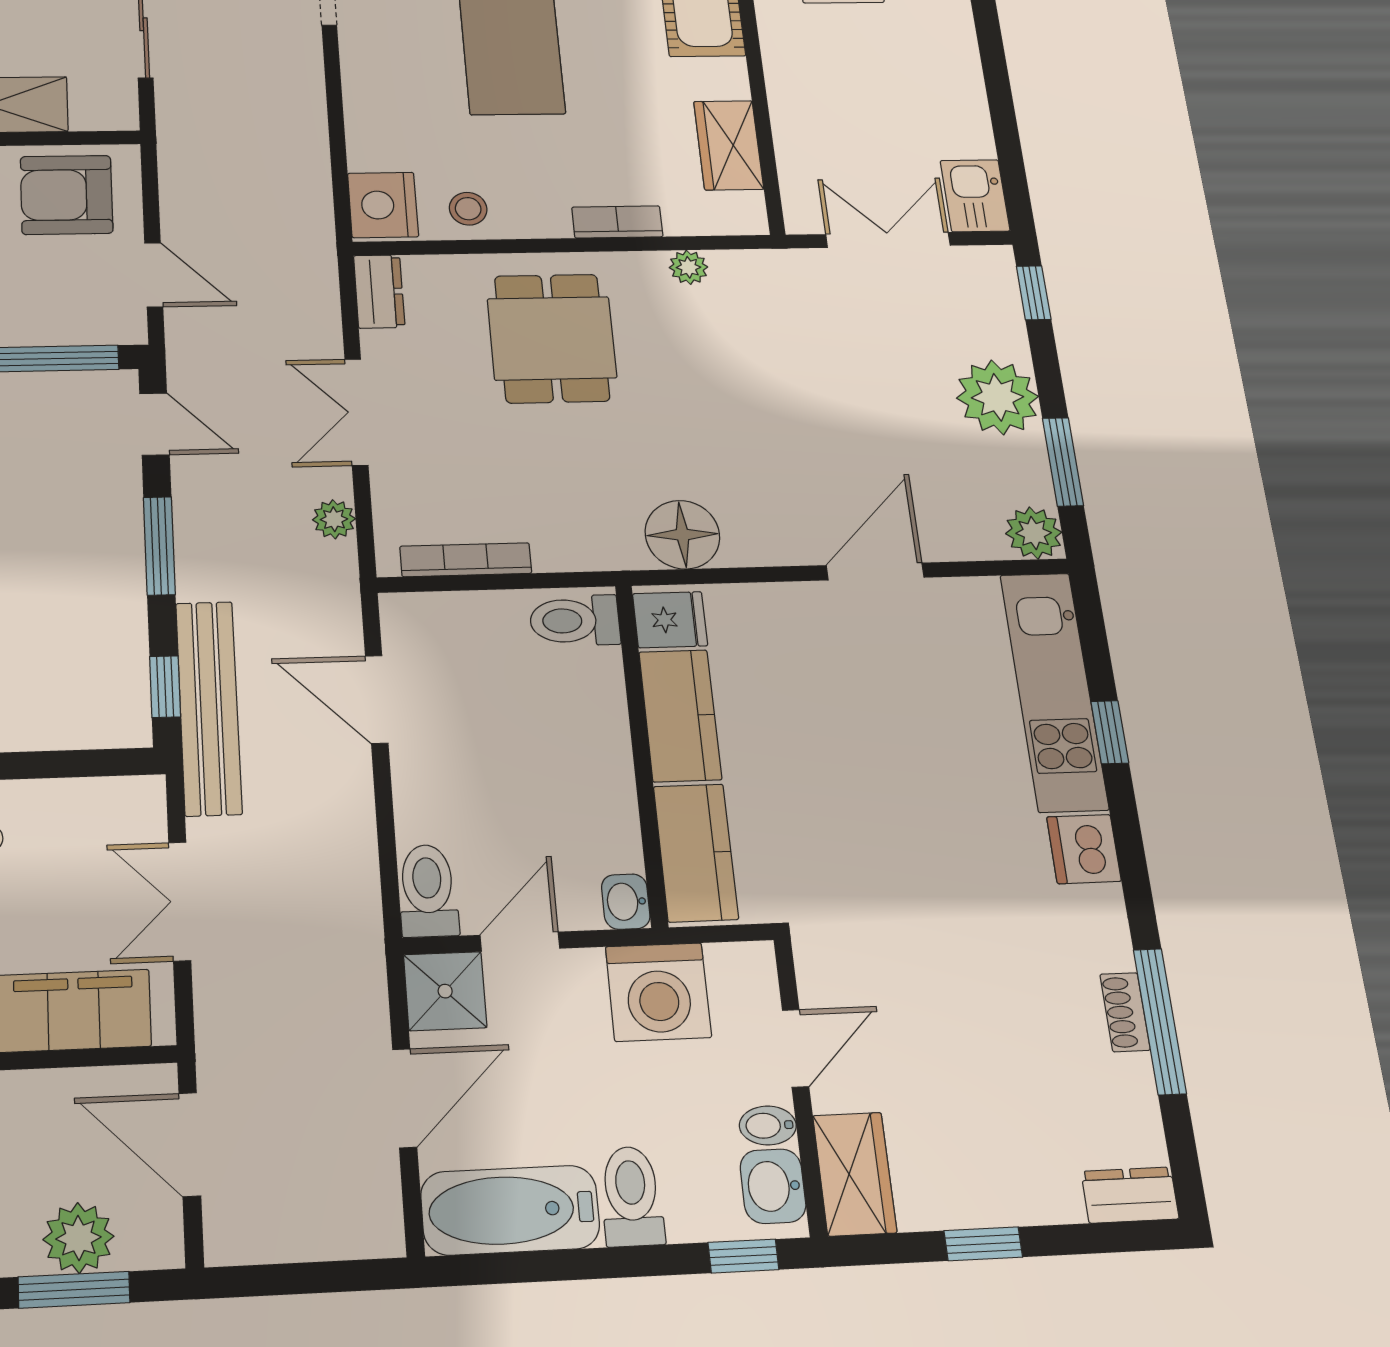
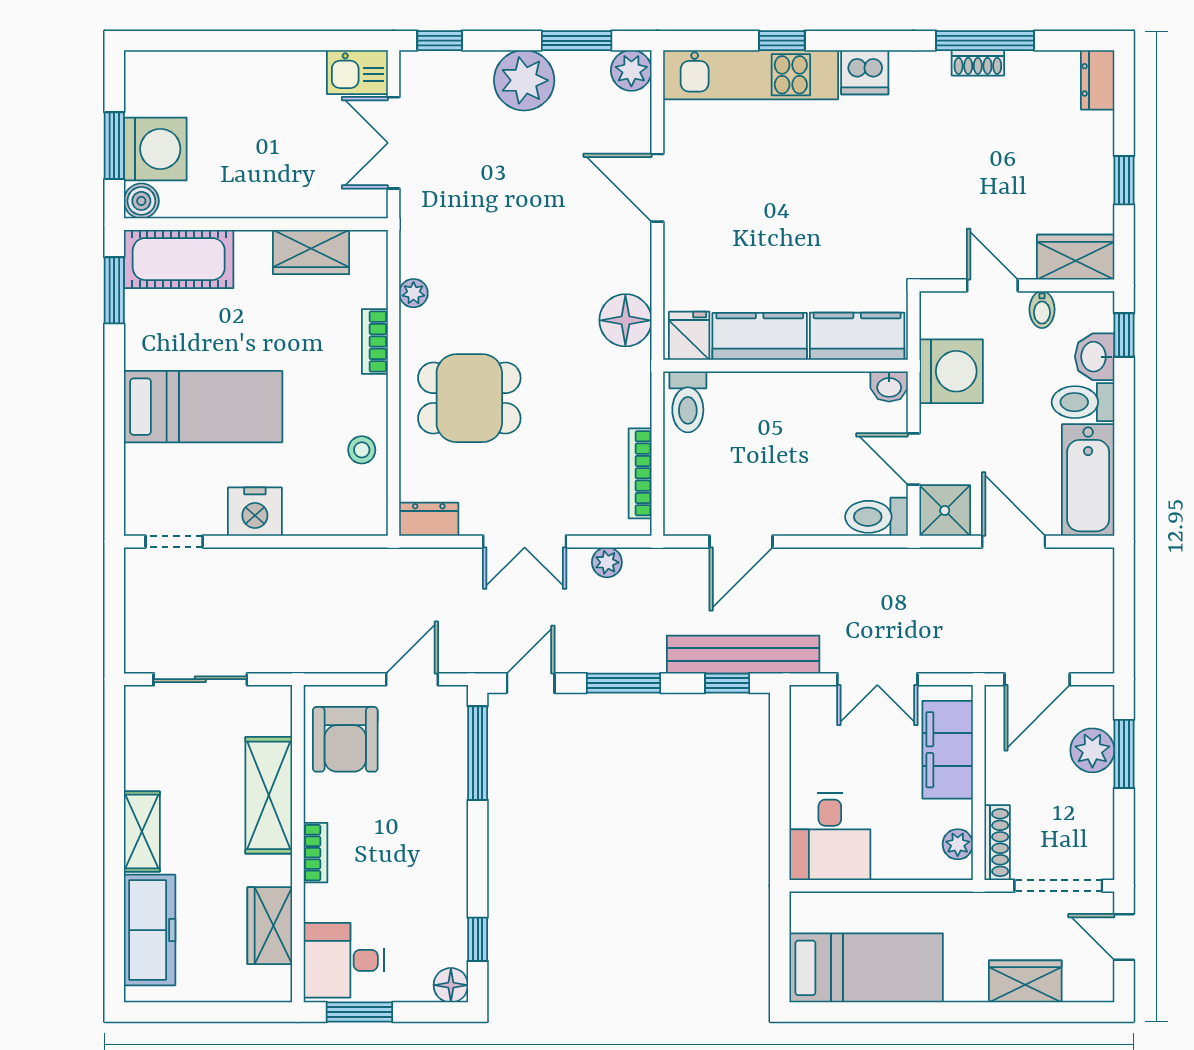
nightstand: (383, 205) -> (255, 512), moved
washbasin: (773, 1186) -> (1095, 357), moved, turned 90

